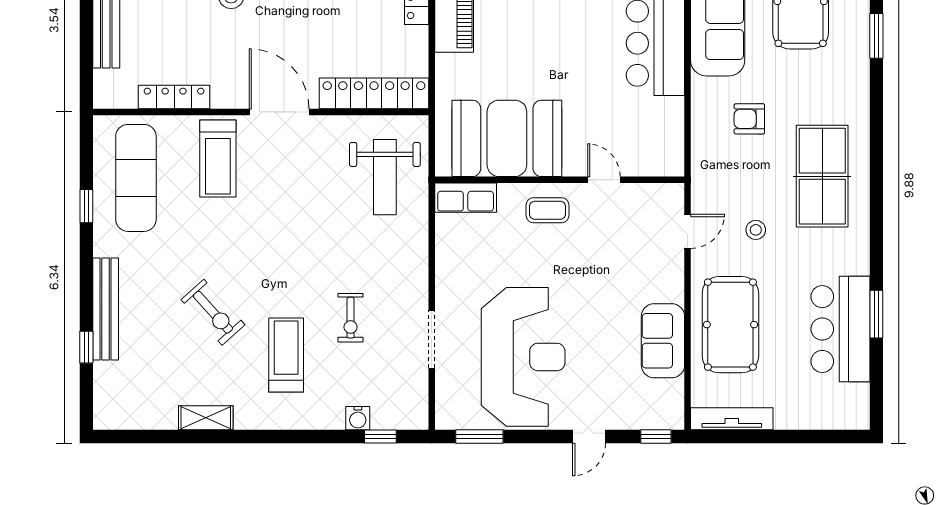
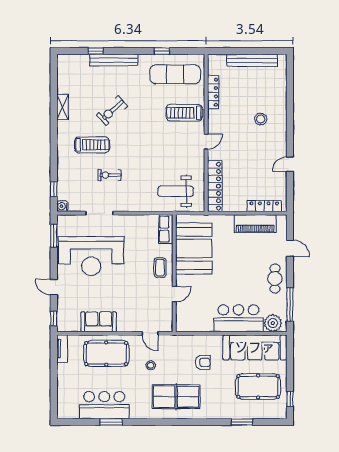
door: (279, 112) -> (206, 142), width x0.53
armchair: (749, 119) -> (203, 362), turned 90
water cooler: (358, 418) -> (62, 206), moved
tv unit: (732, 419) -> (62, 349), width x0.71

